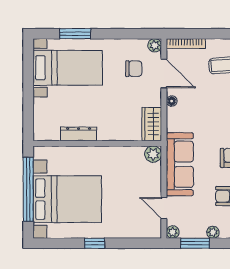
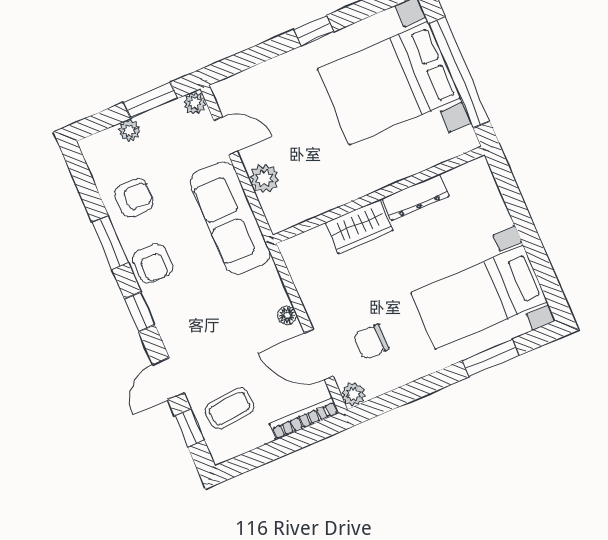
wardrobe: (152, 124) -> (359, 227), moved, turned 90
plant: (153, 154) -> (264, 178), moved

